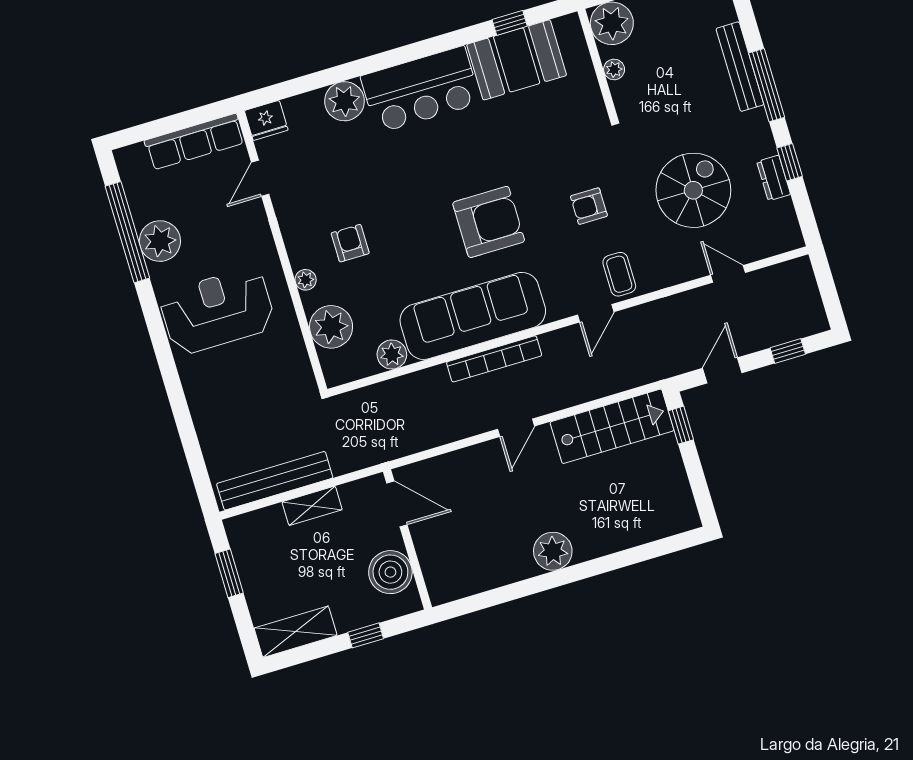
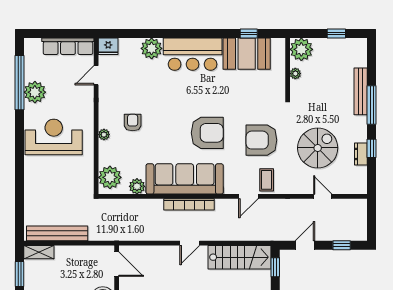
armchair: (589, 206) -> (261, 140), width x1.88, depth x1.88
plant: (331, 327) -> (110, 177), moved
shelving: (312, 506) -> (39, 252), moved

